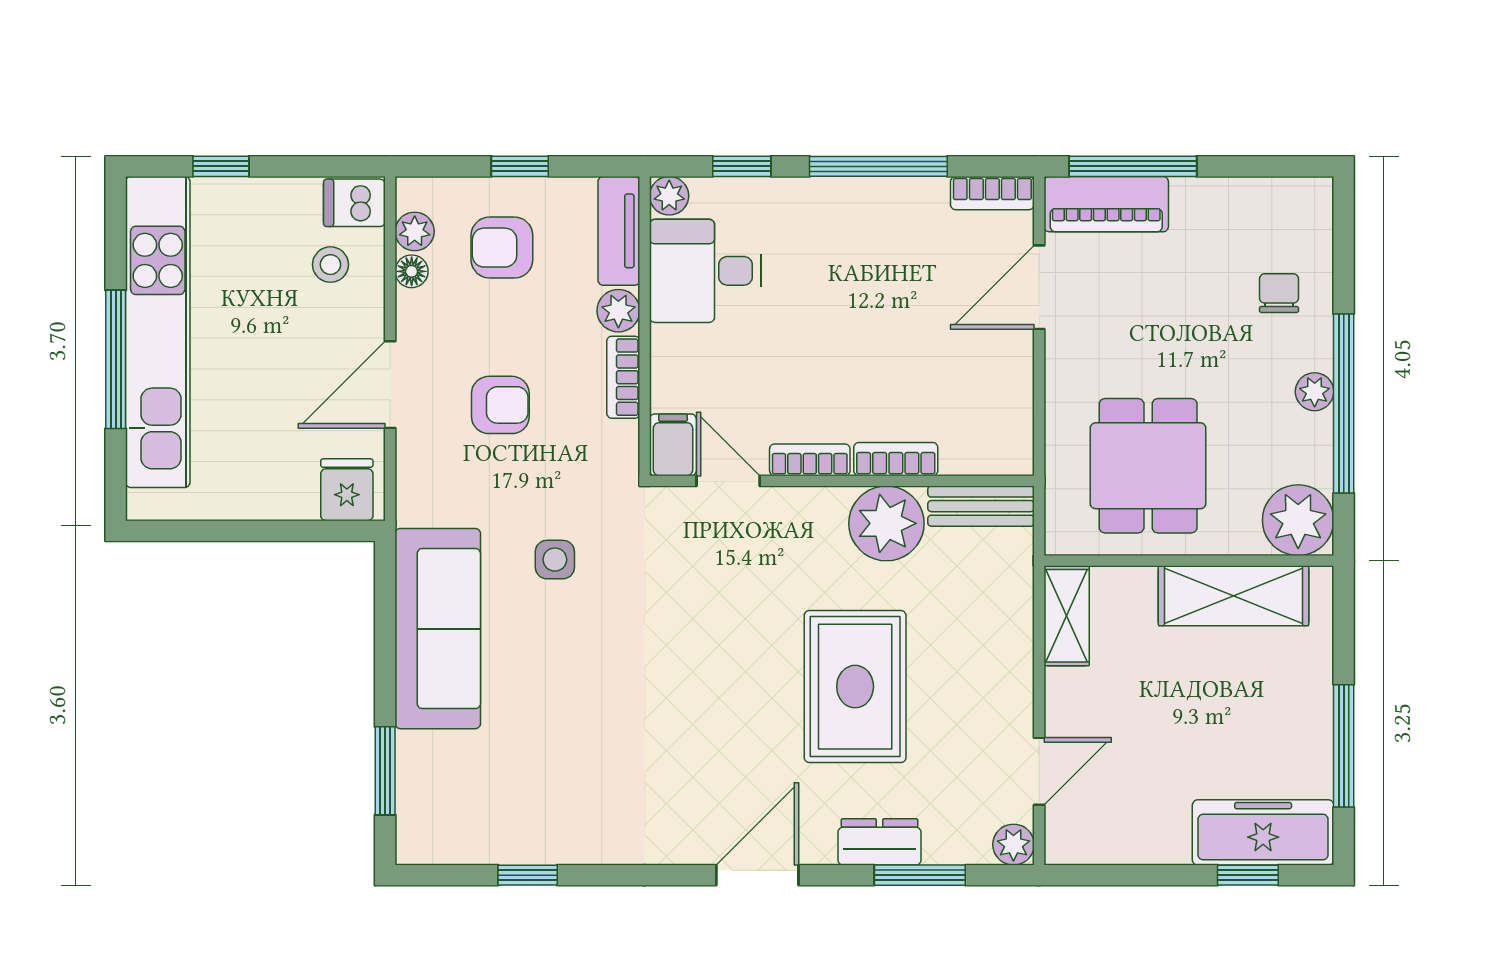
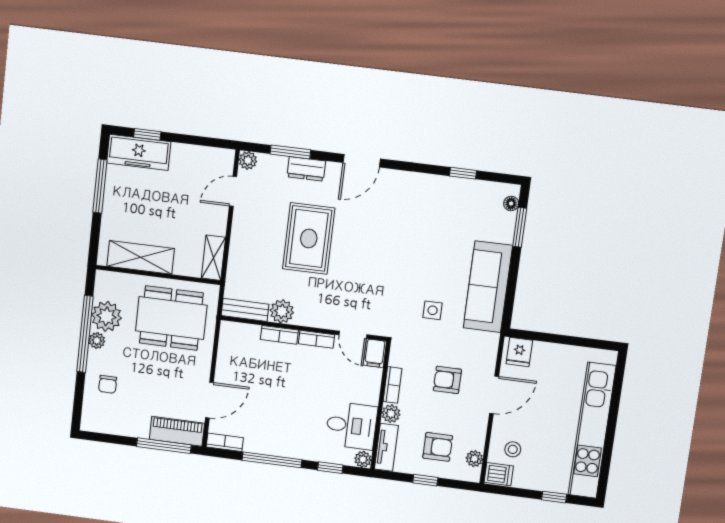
floor lamp: (412, 271) -> (511, 204), moved
window: (116, 359) -> (612, 421), removed
dining table: (1148, 466) -> (171, 318), width x1.38
plant: (1298, 520) -> (106, 316), moved
plant: (886, 523) -> (282, 311), width x0.73, depth x0.73

